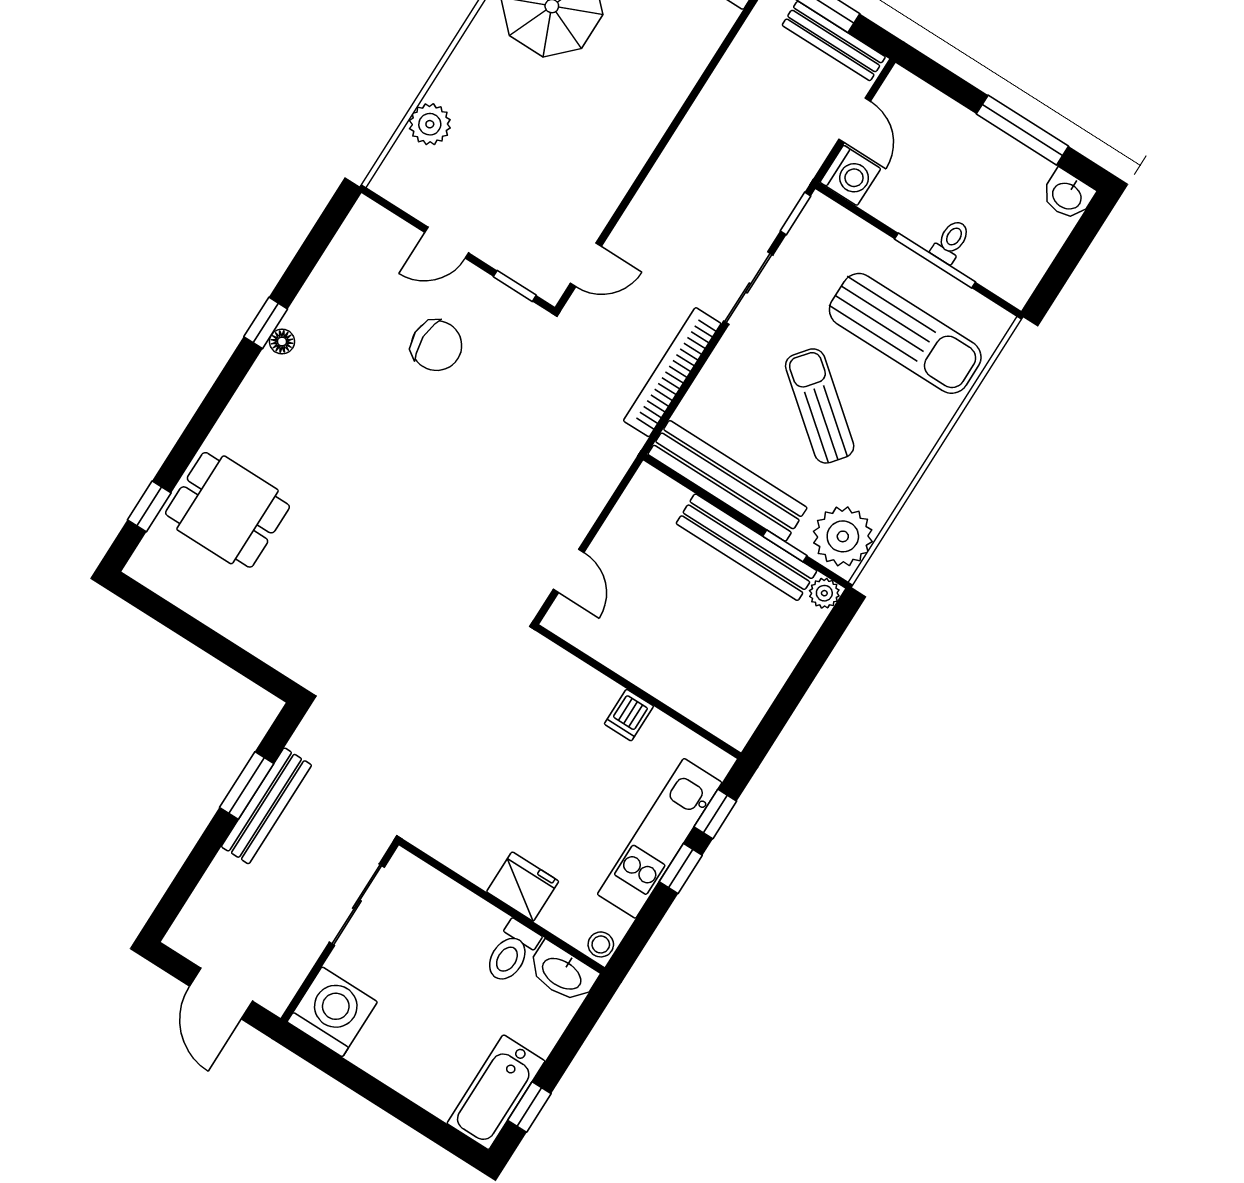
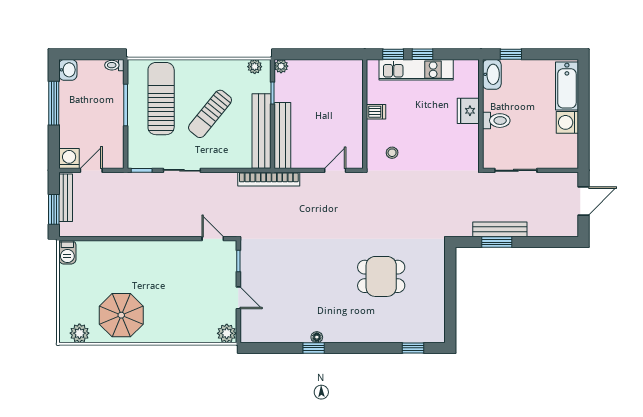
plant: (430, 124) -> (227, 333), moved
washing machine: (850, 175) -> (69, 158), moved
toilet: (951, 241) -> (114, 65), moved
chair: (437, 346) -> (281, 277), removed
bookcase: (672, 372) -> (269, 179), moved
dining table: (228, 510) -> (381, 276), moved, turned 90
plant: (843, 536) -> (255, 67), width x0.53, depth x0.53
bench: (746, 547) -> (282, 136), moved
stool: (601, 944) -> (392, 153), moved
toilet: (511, 952) -> (496, 121), moved
washing machine: (332, 1012) -> (567, 122), moved, width x0.73, depth x0.73
bathtub: (496, 1092) -> (567, 86), moved, turned 90
window: (529, 1107) -> (511, 54), moved

